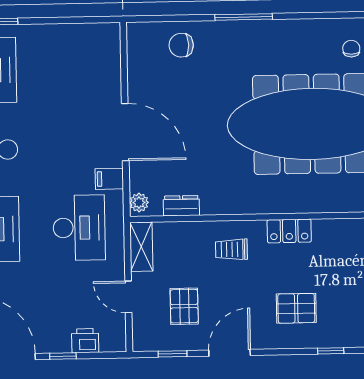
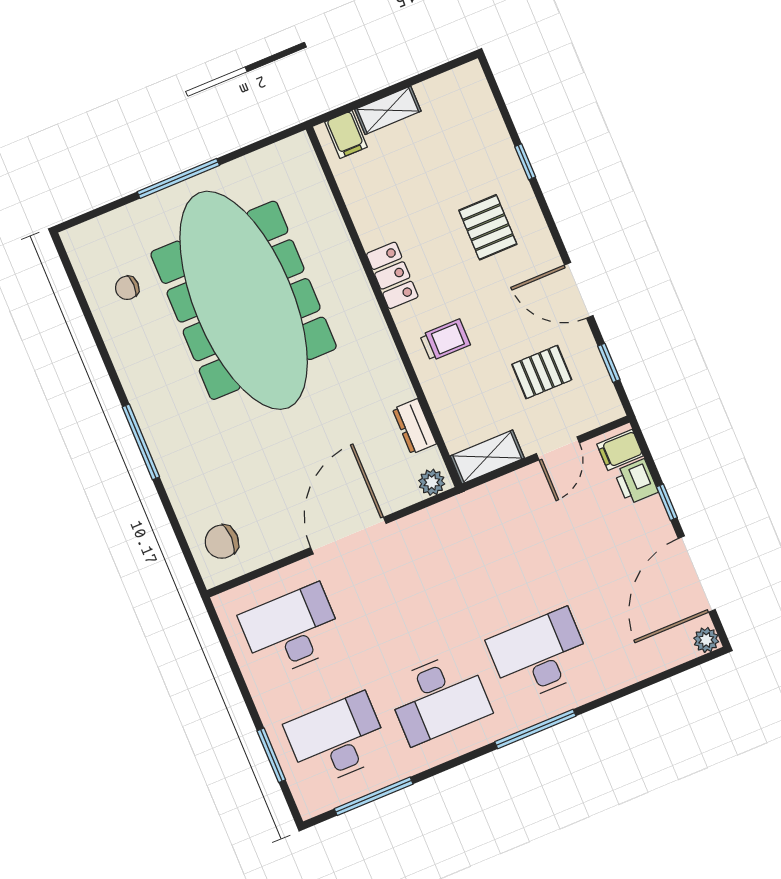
chair: (181, 45) -> (222, 542), moved, turned 90
filing cabinet: (109, 179) -> (620, 450), moved, turned 90
desk: (79, 228) -> (292, 631), moved
trolley: (231, 249) -> (445, 340), turned -90

